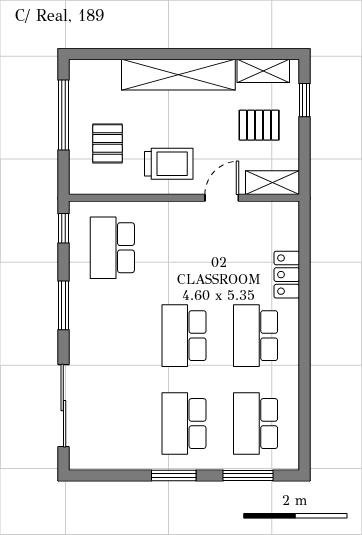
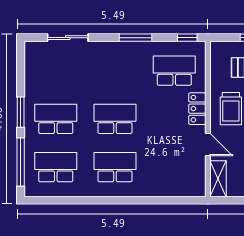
locker: (287, 275) -> (197, 109), moved, turned -90
sliding door: (63, 406) -> (68, 38), width x0.73
window: (248, 476) -> (21, 162), width x1.44

